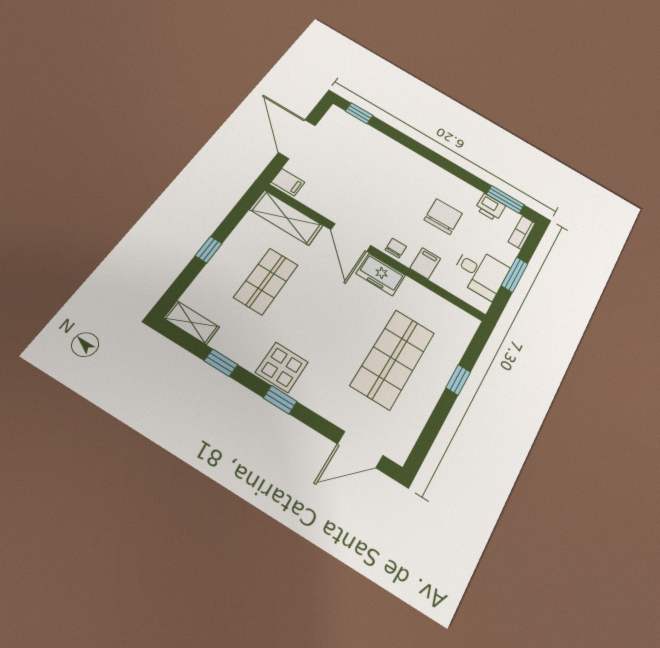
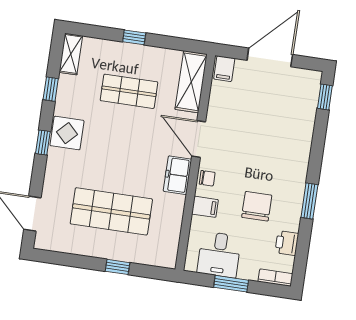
window: (505, 199) -> (309, 201), moved
chair: (443, 217) -> (257, 206), turned -89
door: (351, 238) -> (199, 139), hinge flipped

